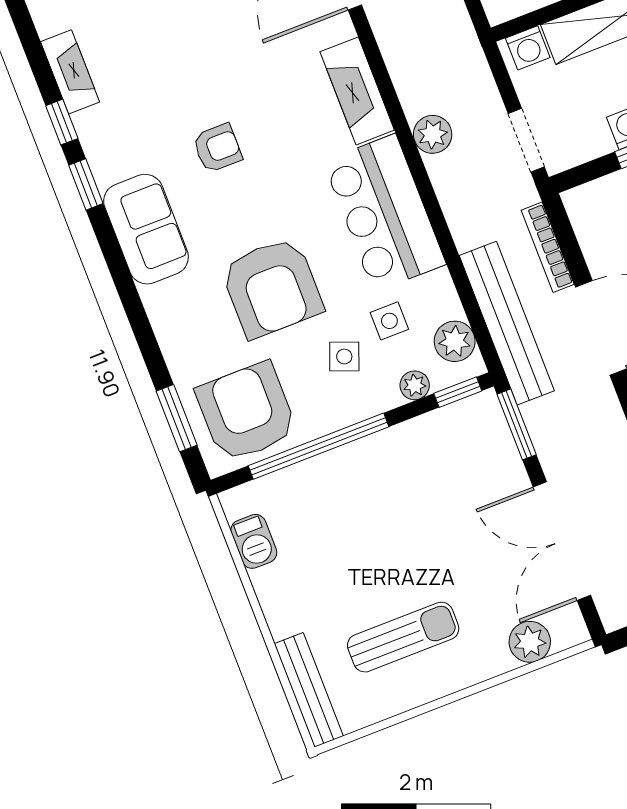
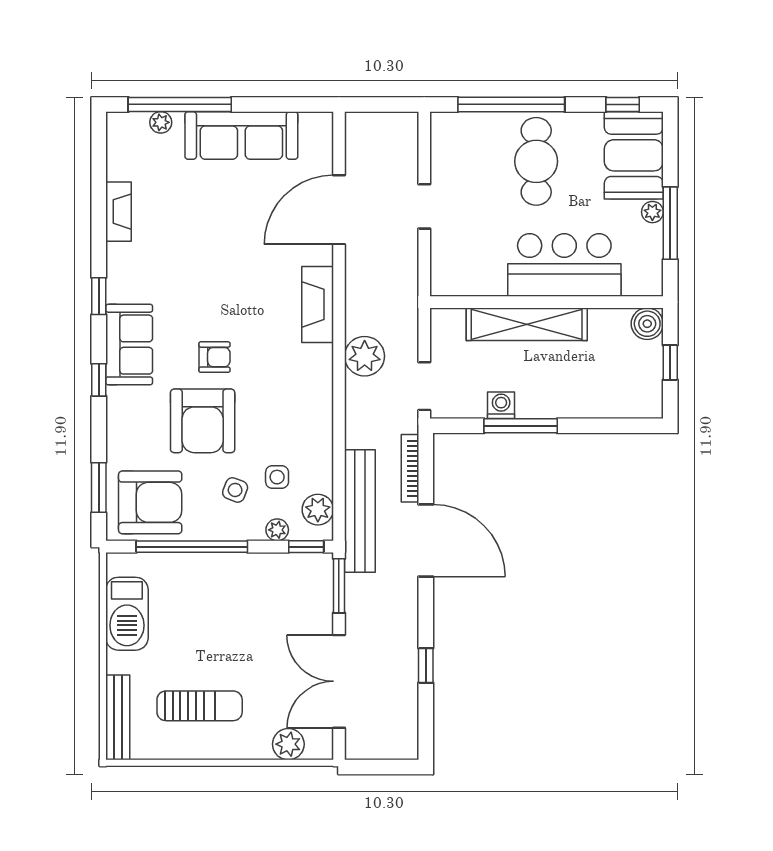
washing machine: (528, 48) -> (451, 321), removed
window: (62, 122) -> (99, 380), moved
plant: (433, 134) -> (365, 356), width x1.36, depth x1.36
armchair: (217, 148) -> (214, 357), moved
bar counter: (385, 213) -> (303, 399), removed
armchair: (246, 412) -> (150, 502), turned 90
barbecue: (254, 541) -> (127, 614), width x1.88, depth x1.53

